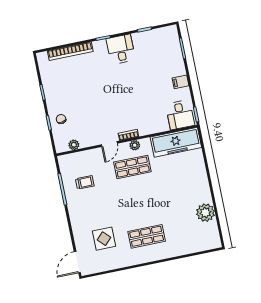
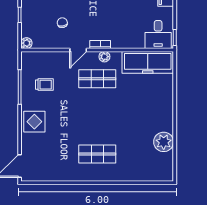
chair: (61, 119) -> (62, 23), moved
plant: (74, 145) -> (26, 43), moved
display table: (104, 239) -> (34, 122), moved

